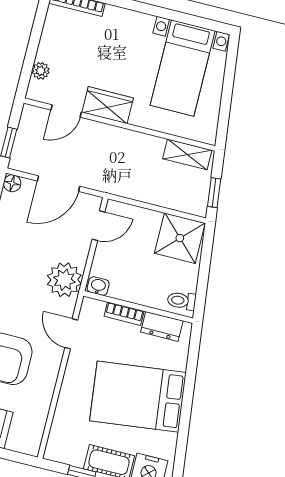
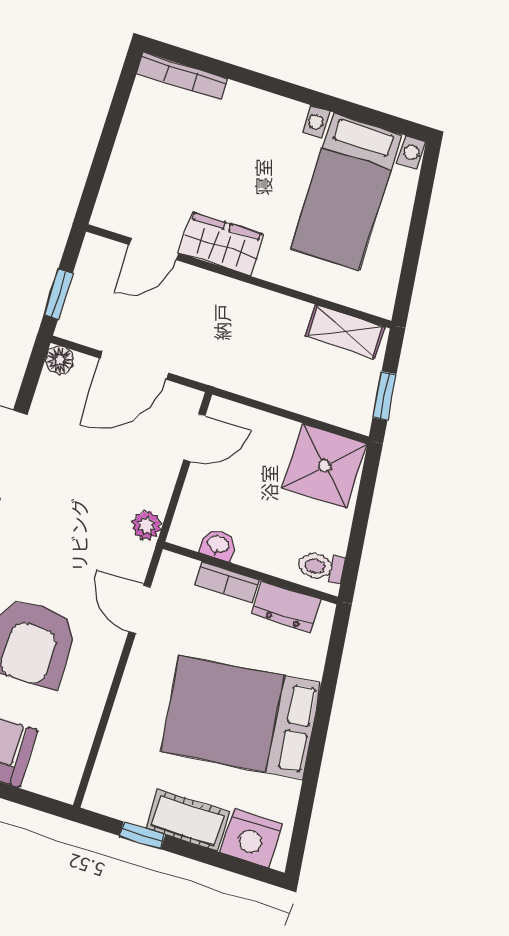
plant: (41, 71) -> (117, 182), removed
plant: (64, 280) -> (147, 525), width x0.53, depth x0.53
washbasin: (98, 286) -> (218, 545), moved

